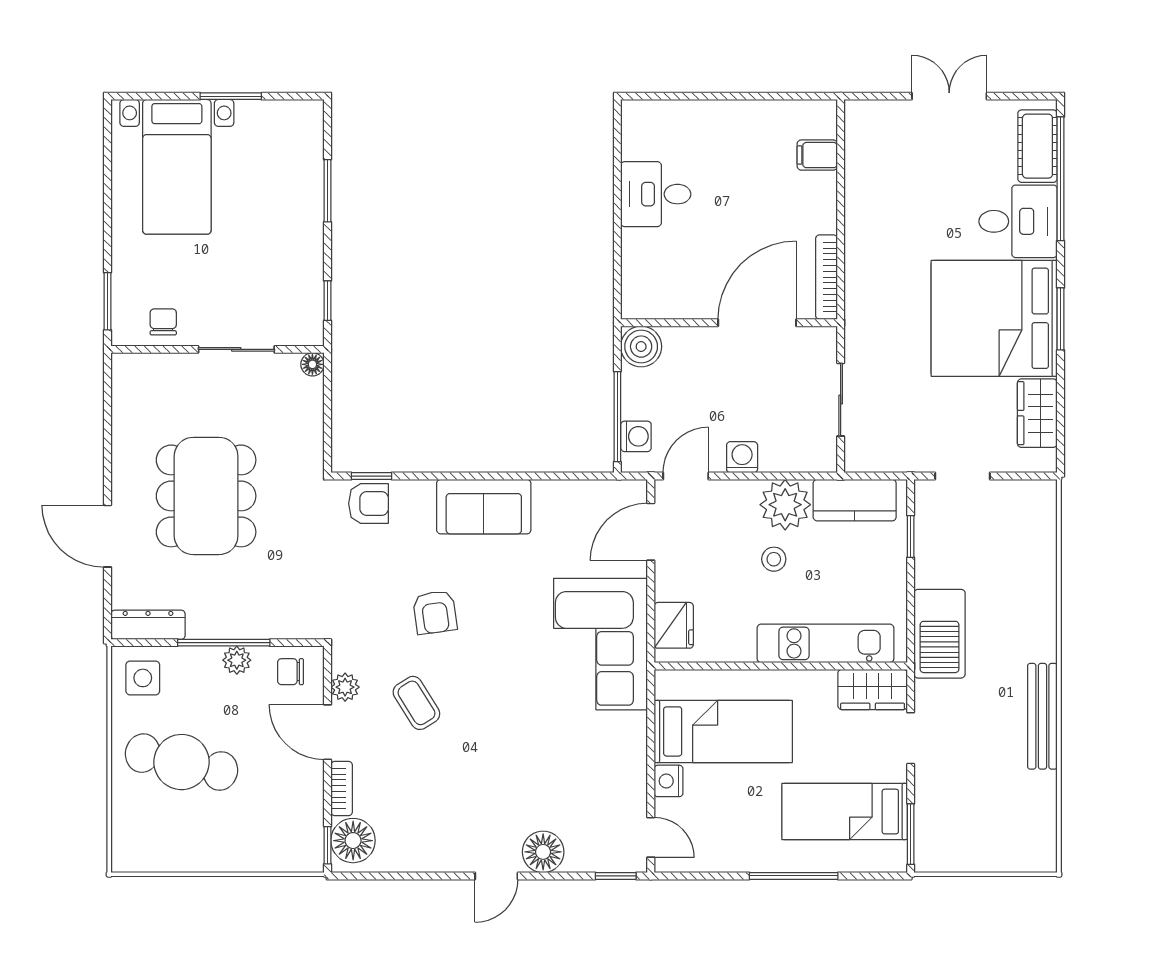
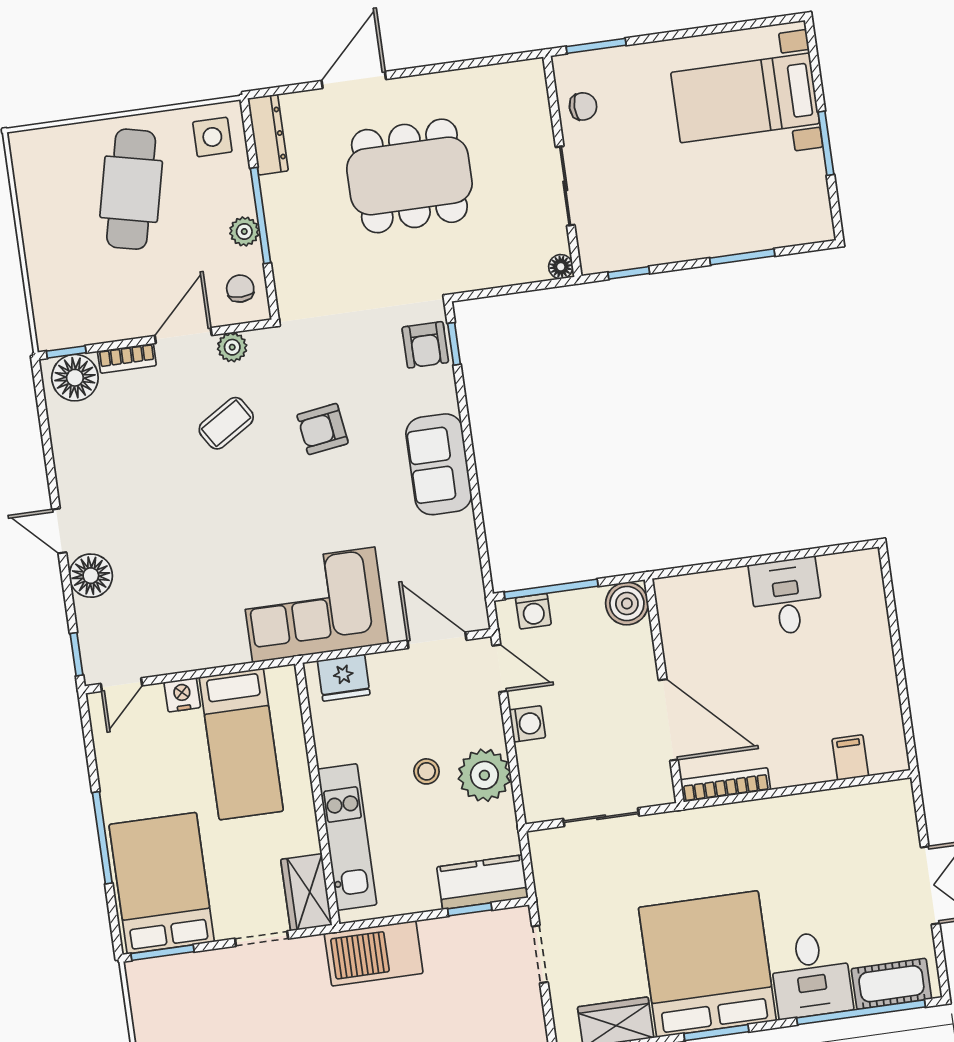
kitchen counter: (855, 500) -> (482, 882), moved, turned 90
bed: (845, 812) -> (162, 883), width x1.50

